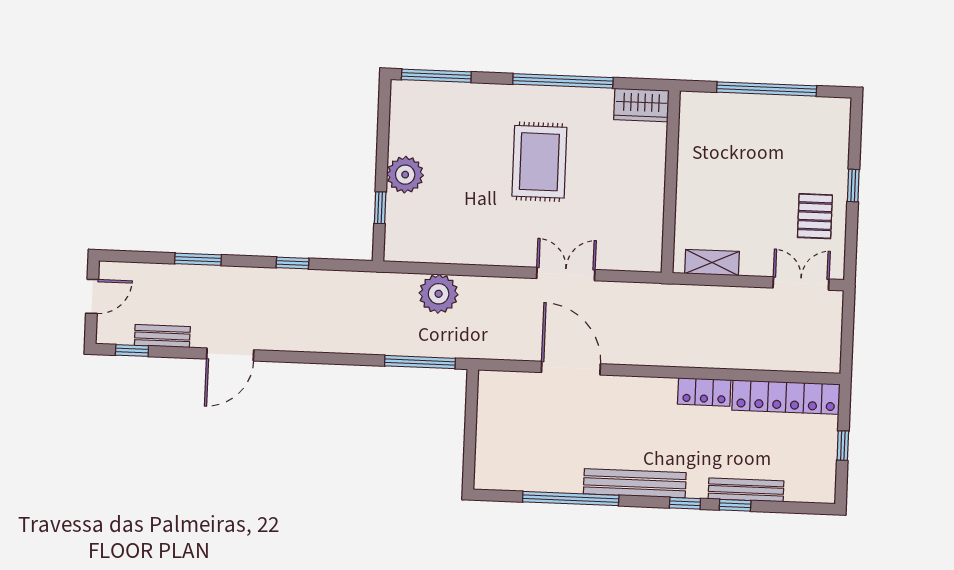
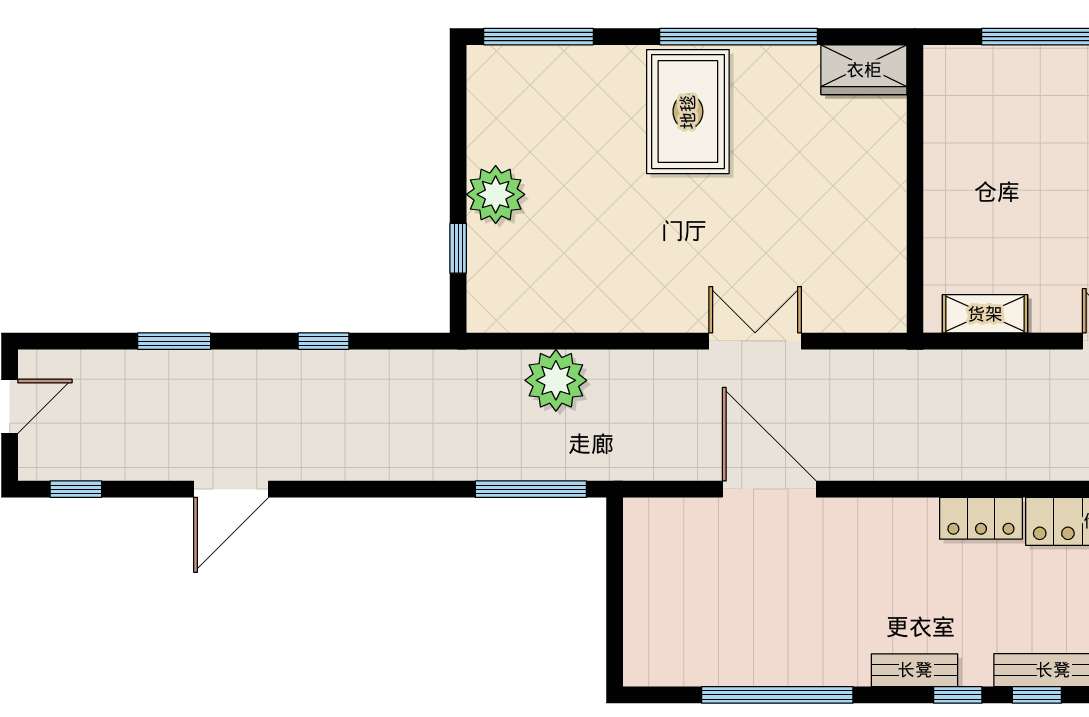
rug: (539, 162) -> (688, 112), moved
bench: (162, 336) -> (123, 464), removed
bench: (635, 483) -> (915, 670), width x0.54, depth x0.82

